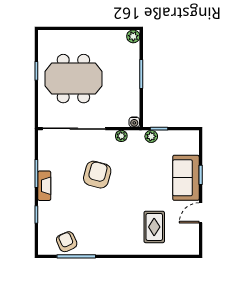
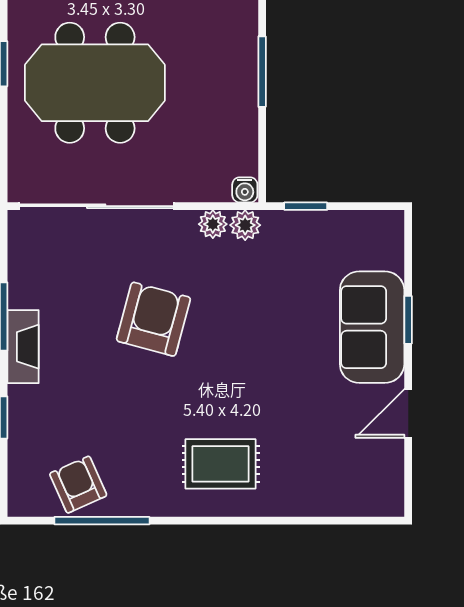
plant: (151, 136) -> (245, 225), moved
rug: (154, 227) -> (221, 464), moved, turned 90

